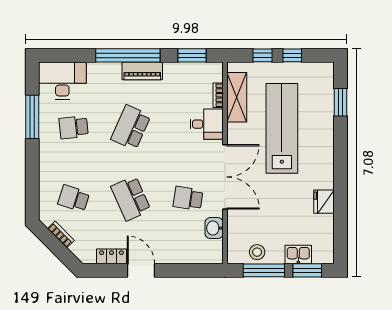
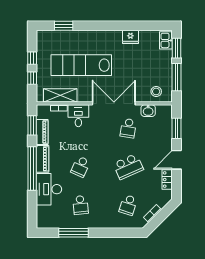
piano: (182, 70) -> (42, 132), added
desk: (62, 80) -> (49, 189), moved
school desk: (131, 127) -> (81, 167), width x0.54
stool: (257, 252) -> (156, 91), moved
kitchen sink: (298, 254) -> (166, 40), moved
window: (188, 270) -> (177, 128), added

